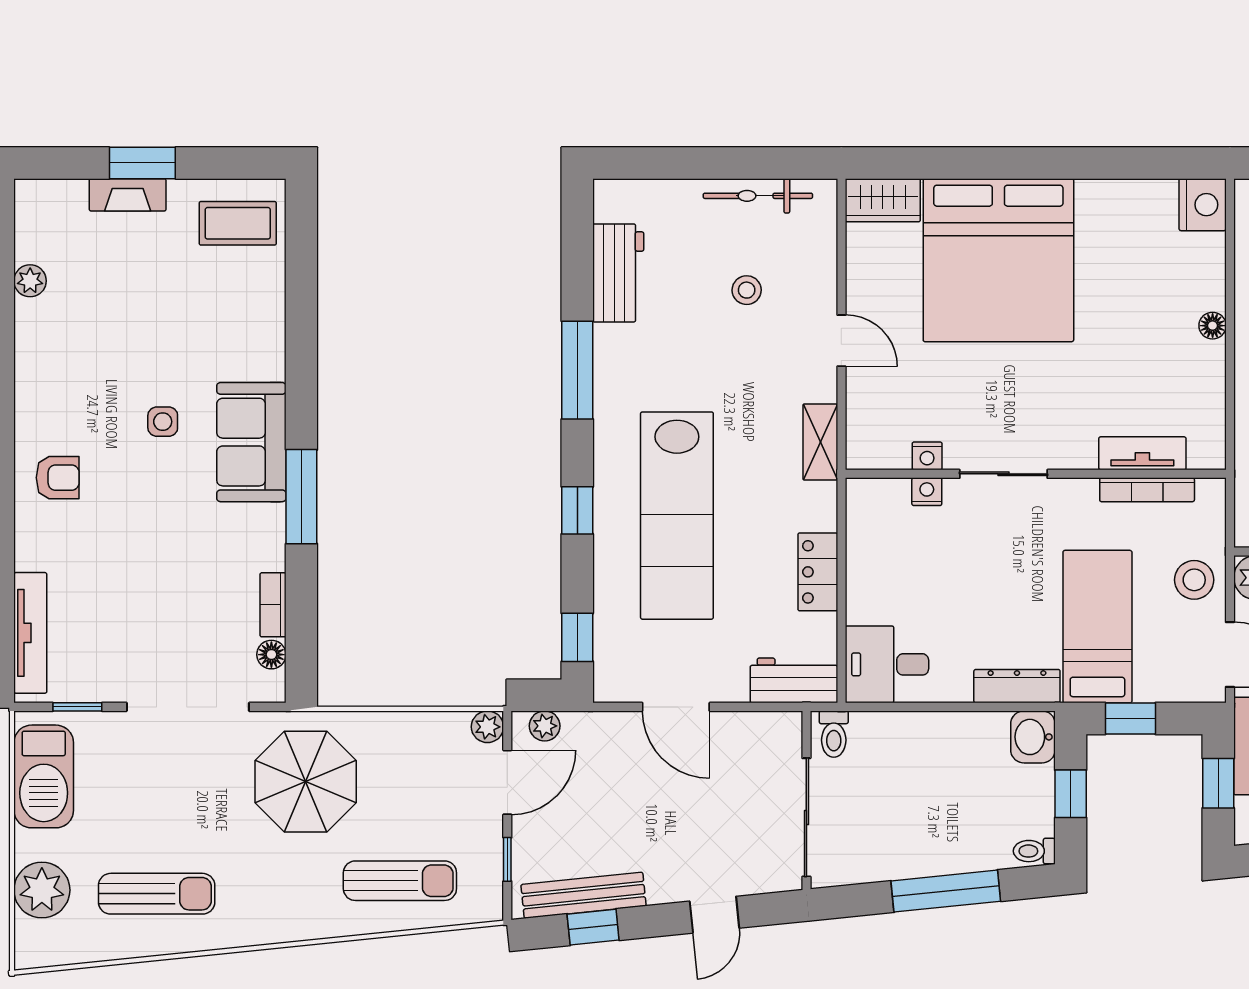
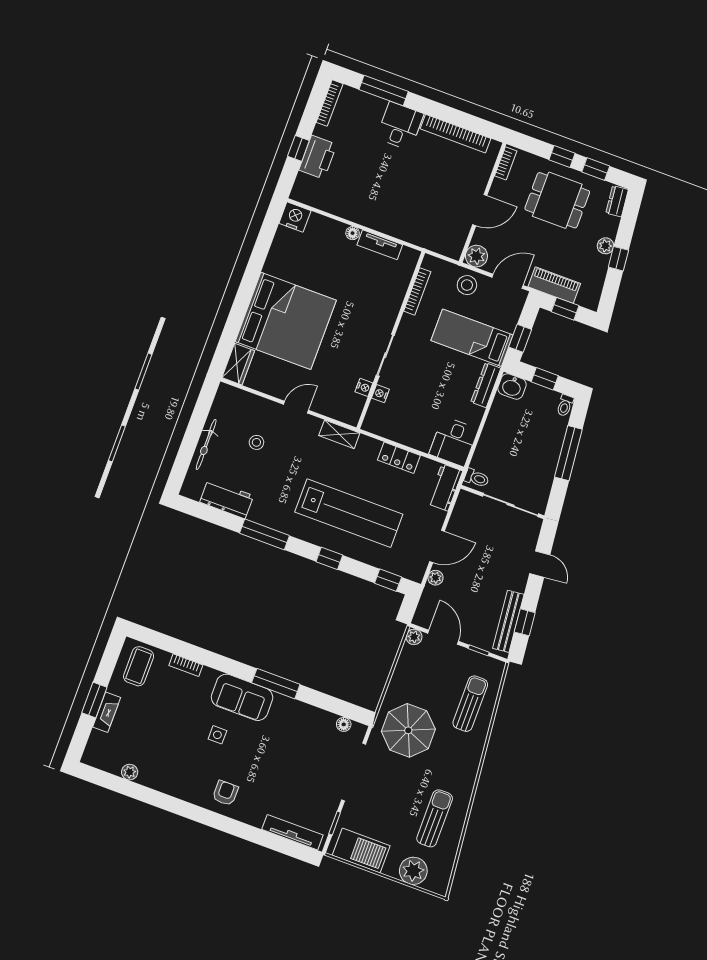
bicycle: (758, 196) -> (206, 444), moved
tv unit: (1142, 453) -> (380, 245), moved, turned -90
bookcase: (273, 605) -> (186, 665), moved
plant: (545, 726) -> (435, 578), moved

